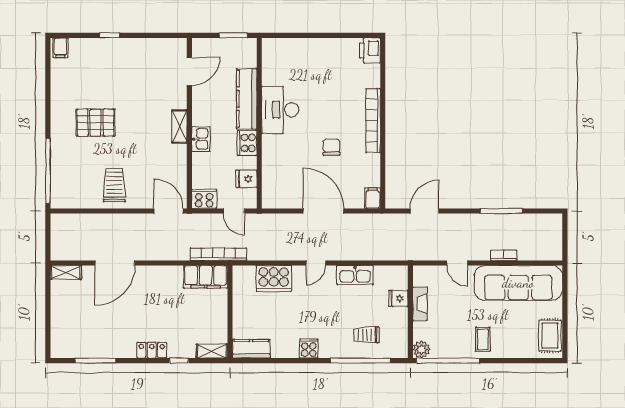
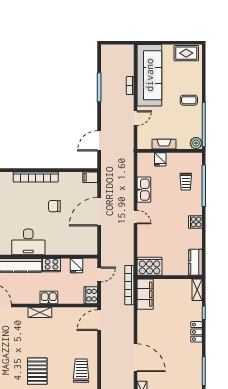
trolley: (114, 185) -> (81, 371), moved, turned 90
door: (425, 211) -> (99, 141), hinge flipped
cooker: (274, 278) -> (150, 266), moved, turned -90

